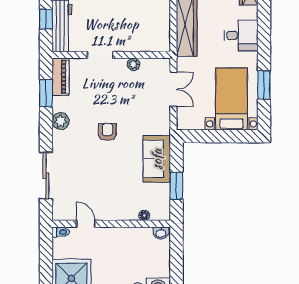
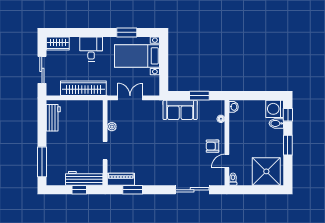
plant: (61, 121) -> (153, 179), removed
armchair: (107, 132) -> (213, 146), moved

